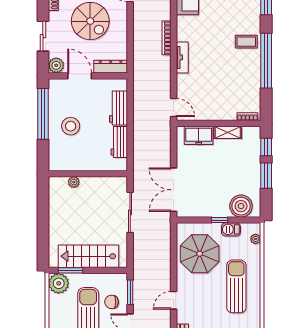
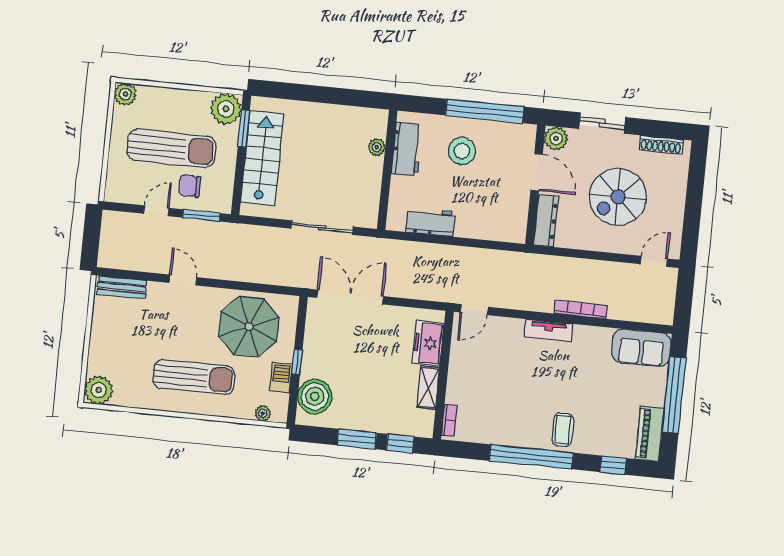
door: (80, 76) -> (537, 172), hinge flipped
workbench: (118, 108) -> (407, 149), moved, turned 90
chair: (112, 302) -> (190, 186), turned -90

